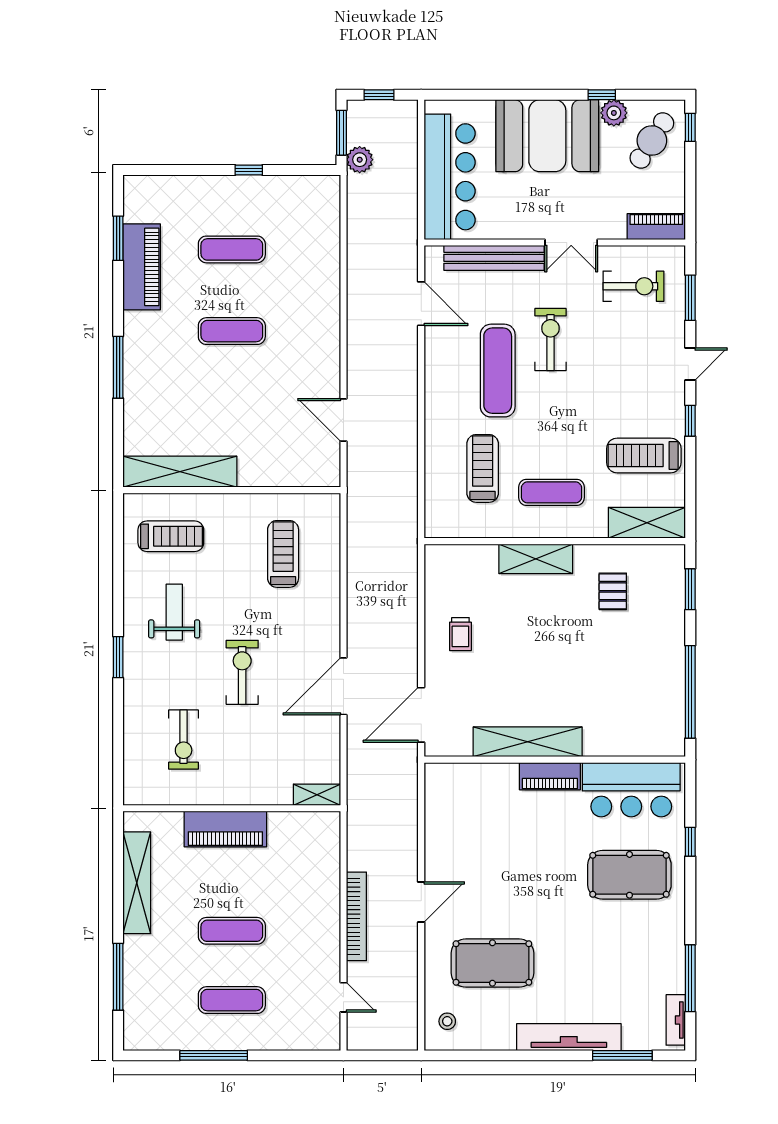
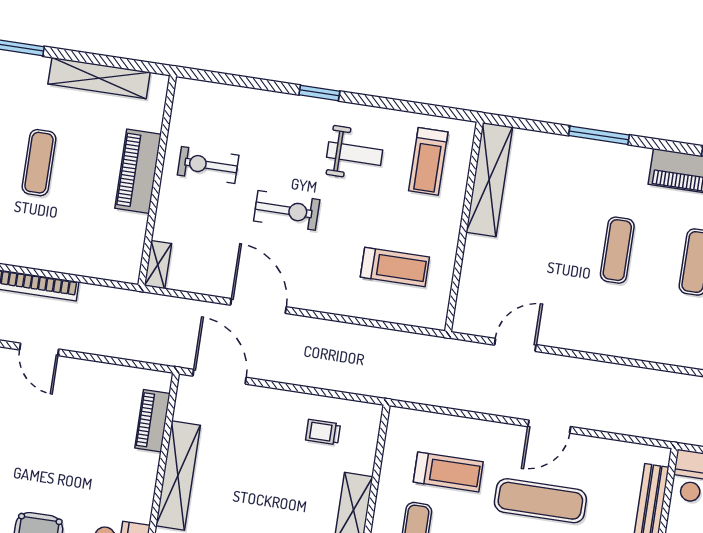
door: (421, 304) -> (549, 427), moved
trolley: (460, 634) -> (323, 432), moved
exercise bike: (184, 740) -> (208, 165), moved
piano: (550, 776) -> (152, 421), moved

